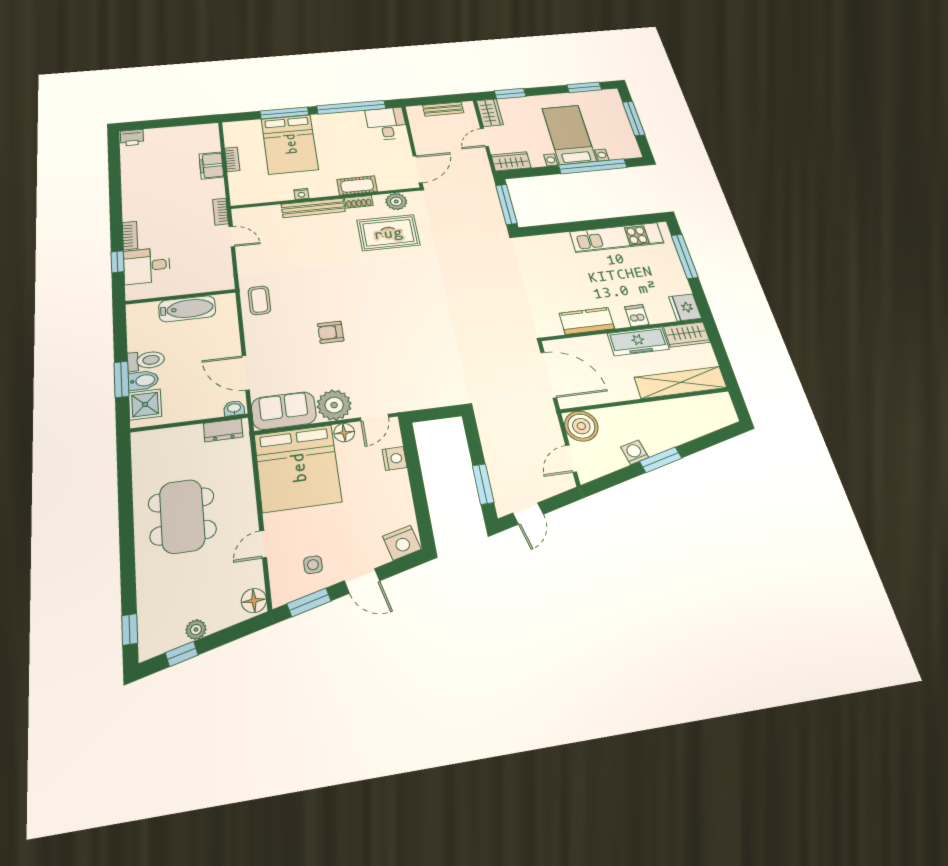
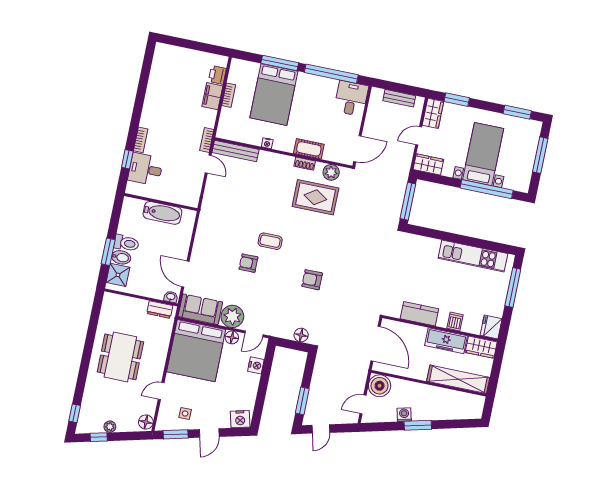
printer: (132, 138) -> (217, 75), moved, turned 90
bench: (313, 208) -> (235, 151), moved
coffee table: (259, 300) -> (270, 241), moved, turned 90
armchair: (426, 325) -> (312, 280), added
floor lamp: (442, 397) -> (301, 335), added
door: (362, 581) -> (209, 433), hinge flipped

